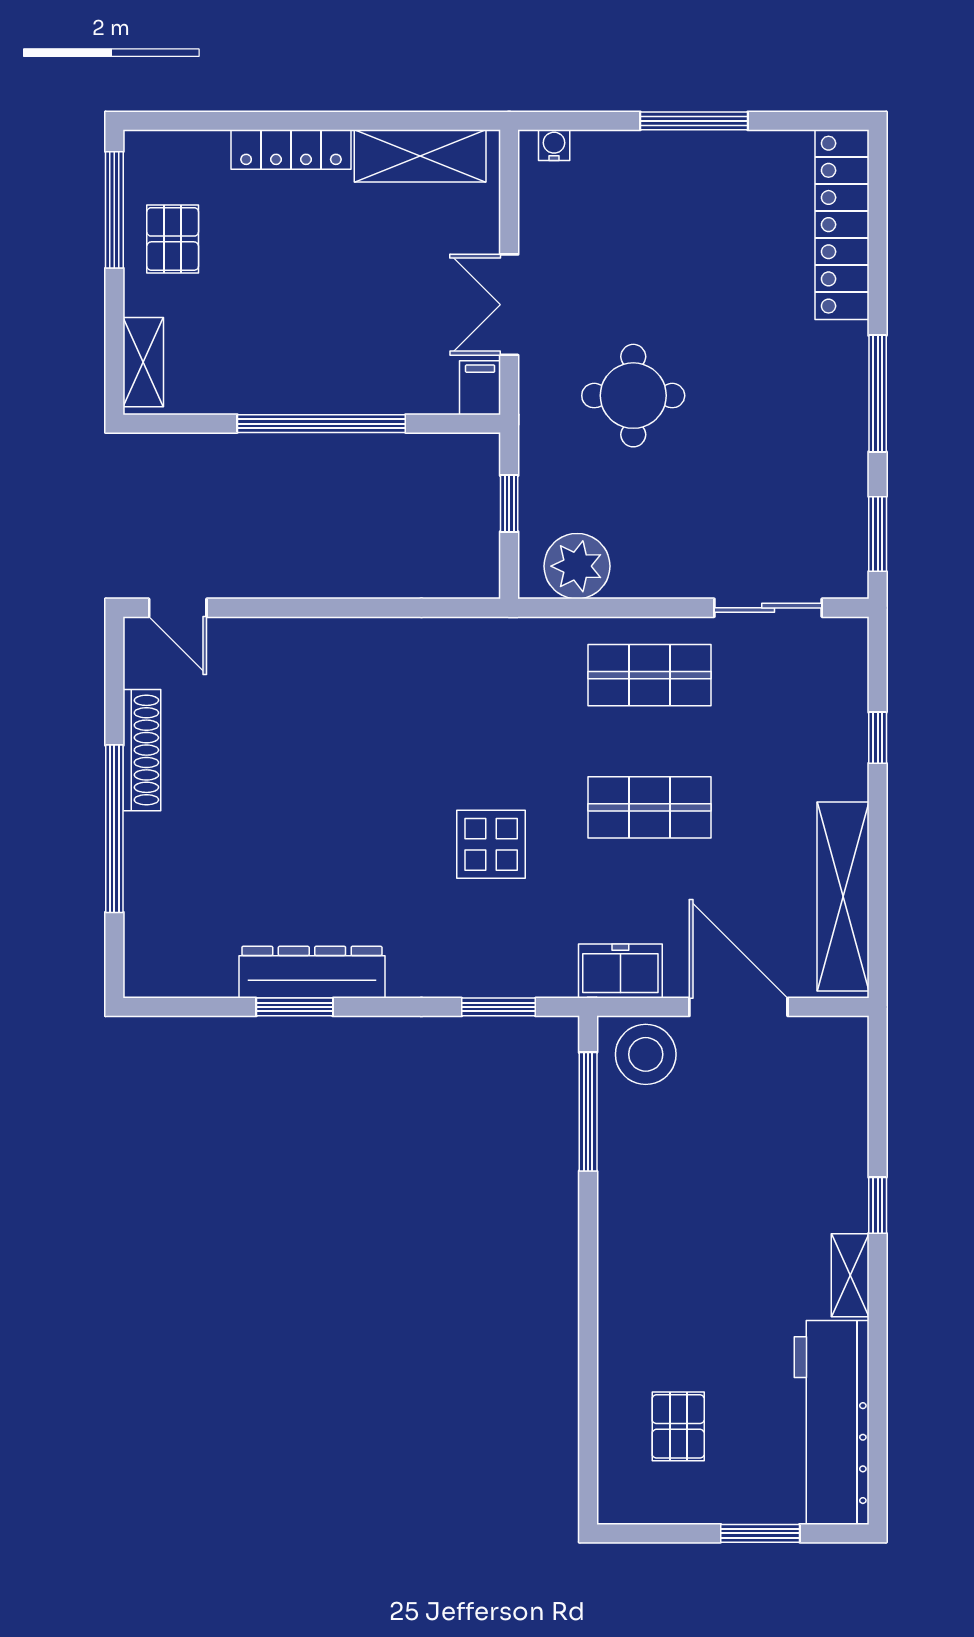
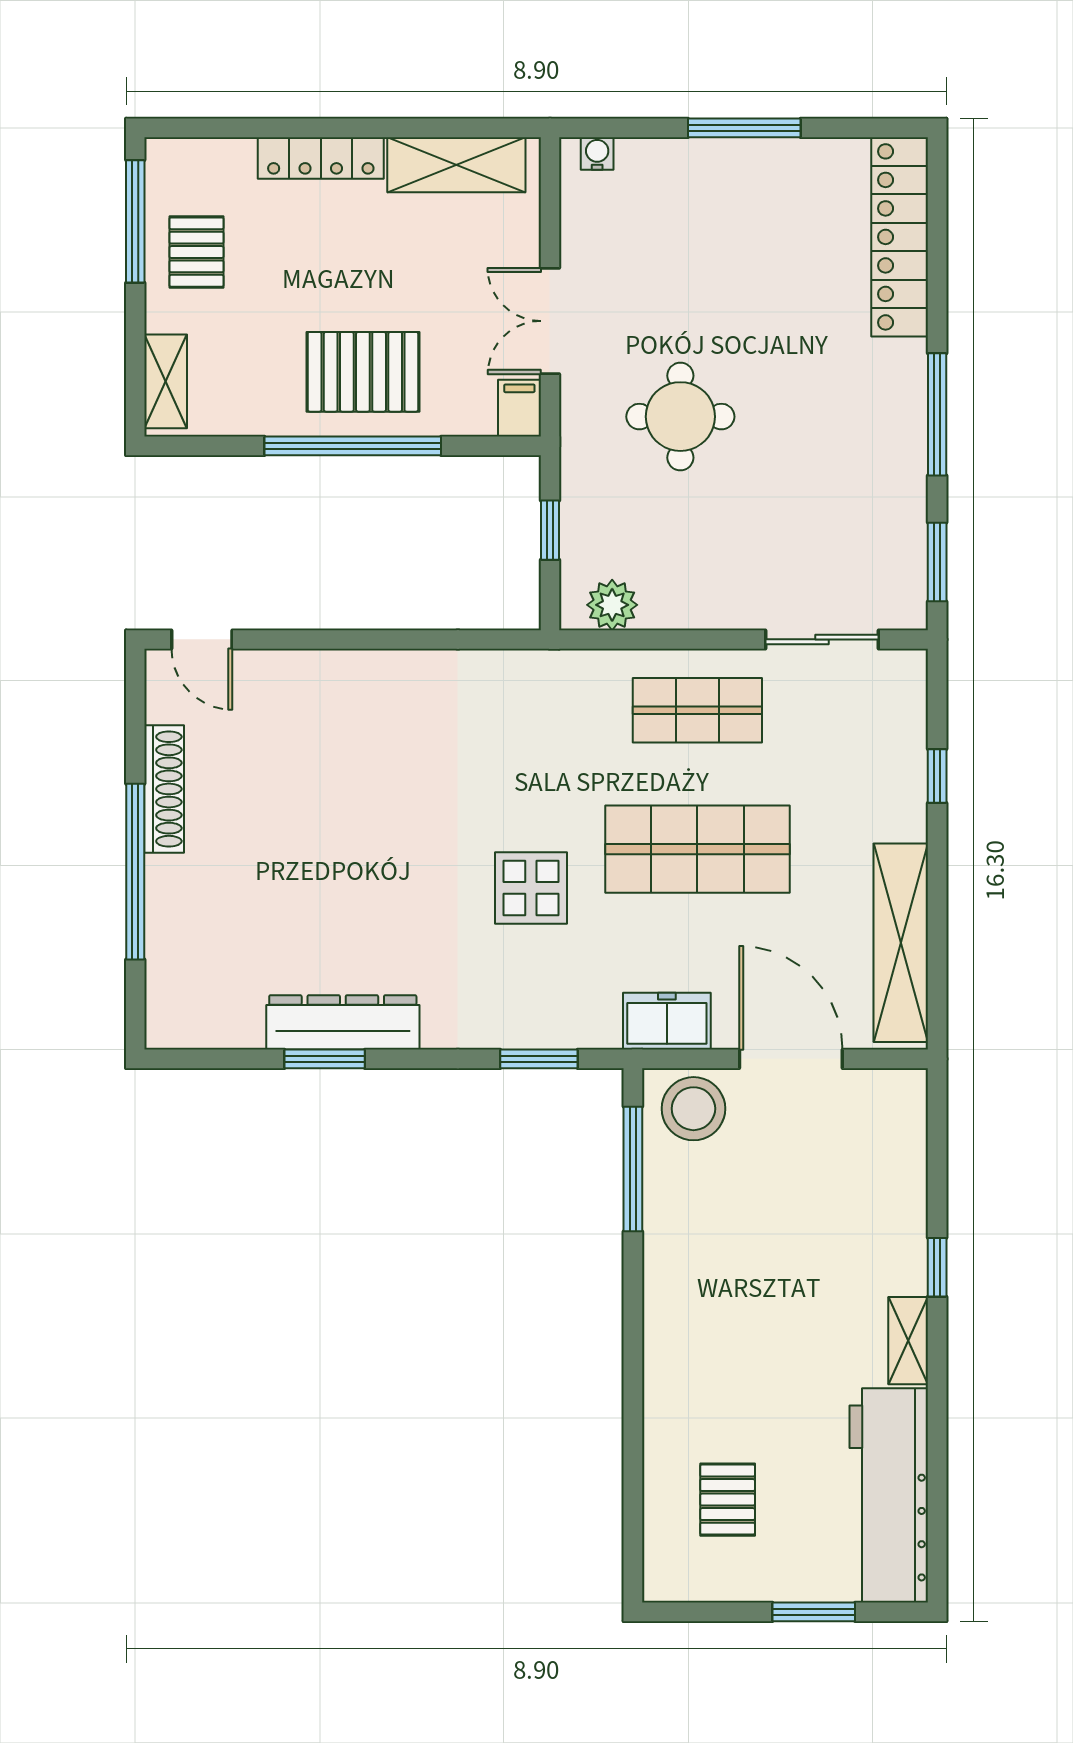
pallet: (331, 353) -> (363, 372), added
plant: (577, 566) -> (612, 605), width x0.73, depth x0.73
shop shelf: (650, 807) -> (697, 849), width x1.43, depth x1.36

